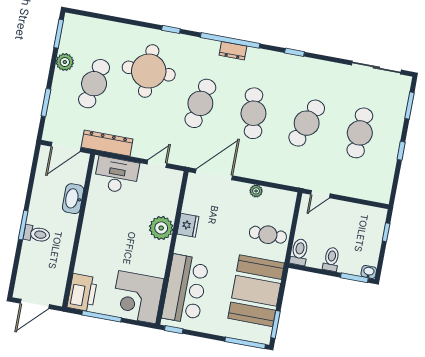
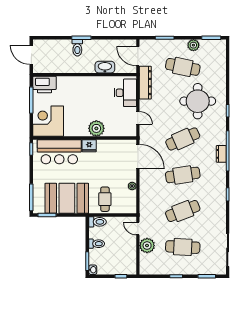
cafe table: (200, 103) -> (183, 139), turned -36
cafe table: (307, 123) -> (183, 211), turned -42
plant: (348, 185) -> (147, 246), added
fridge: (188, 225) -> (89, 146), moved

